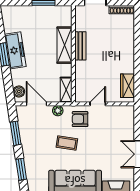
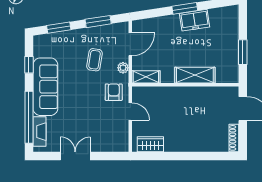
bench: (80, 46) -> (194, 92), removed
freezer: (15, 50) -> (195, 20), width x0.71
boiler: (19, 92) -> (144, 25), removed
coffee table: (67, 143) -> (95, 60), moved

